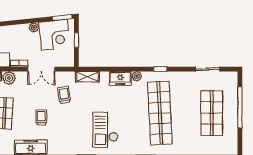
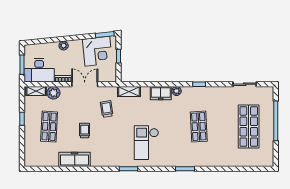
plant: (34, 27) -> (64, 46), moved
double door: (41, 69) -> (85, 84), swing flipped
shop shelf: (160, 113) -> (199, 127), width x0.50, depth x0.74

